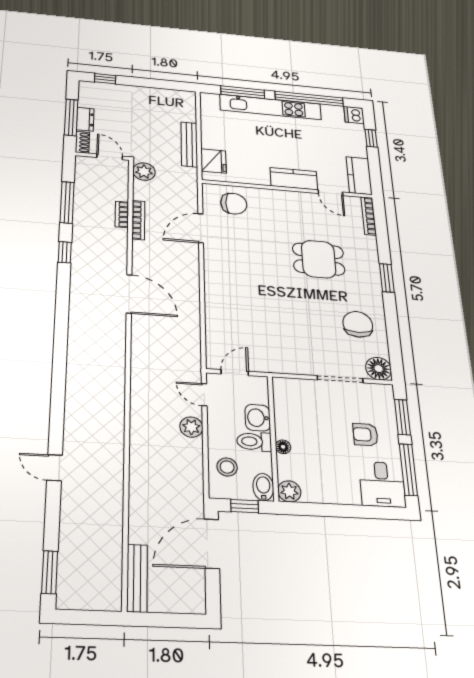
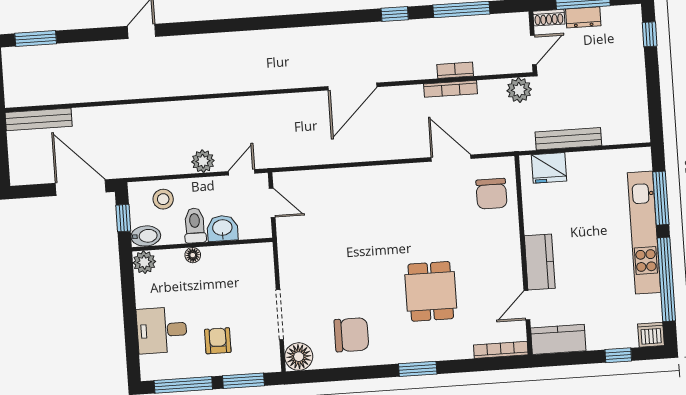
desk: (382, 484) -> (162, 330), moved

